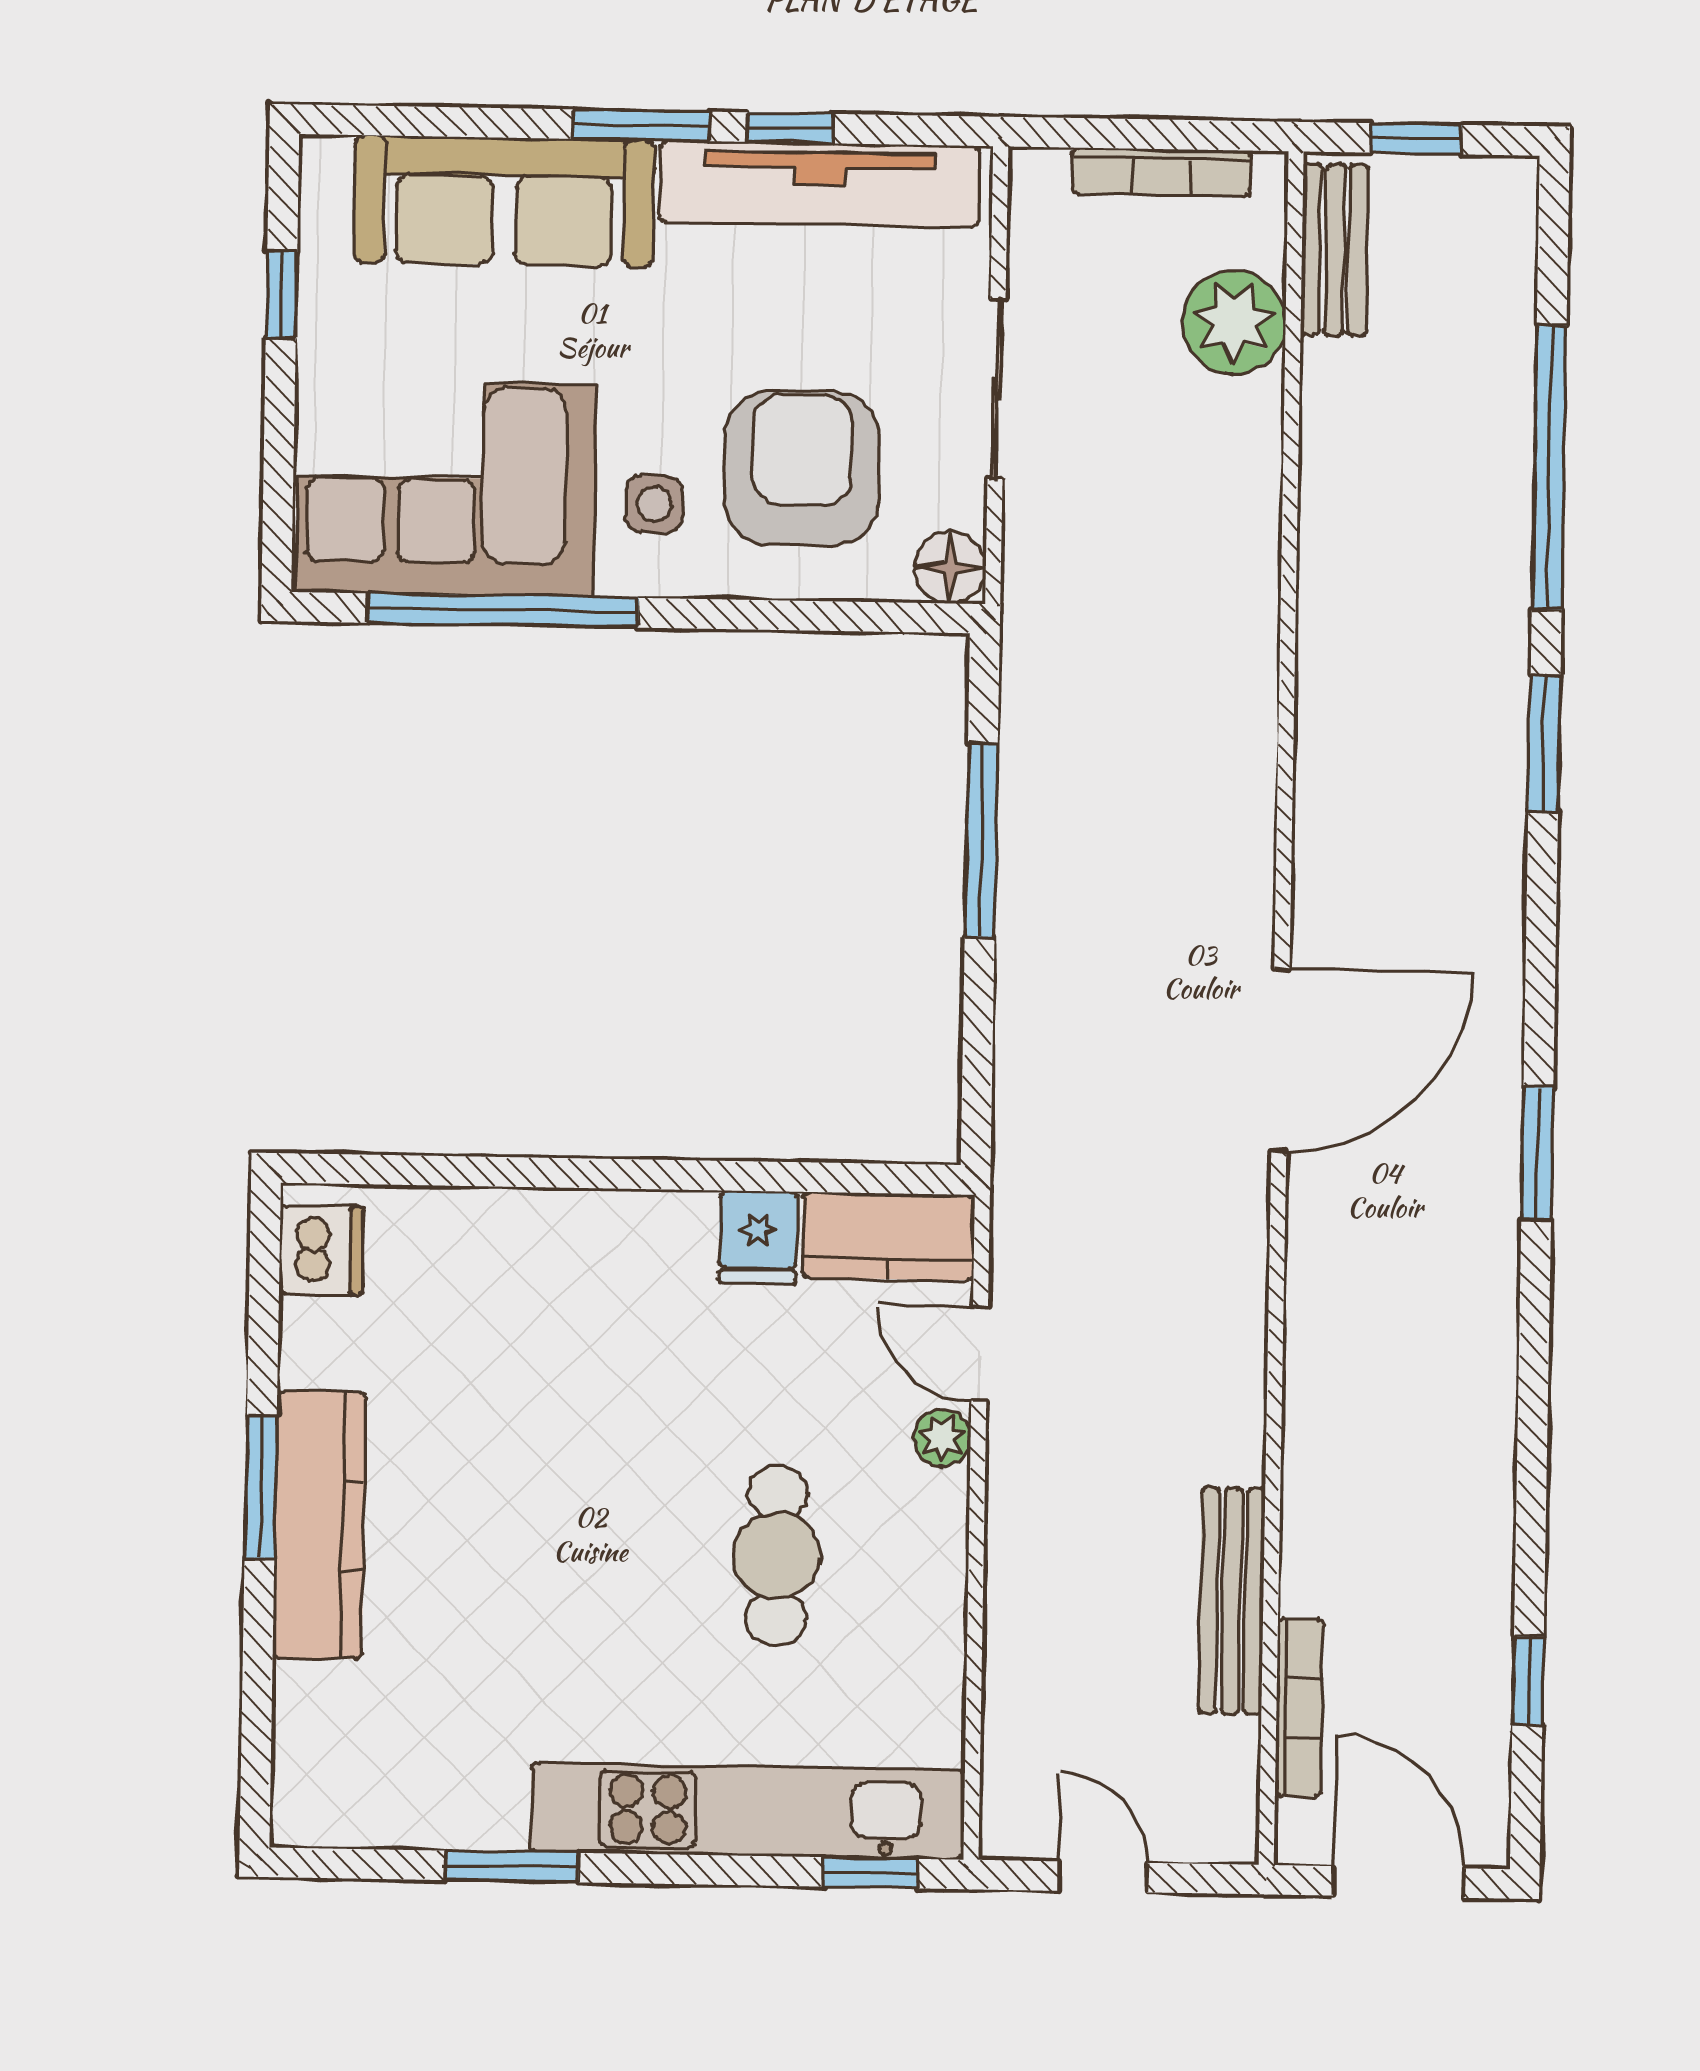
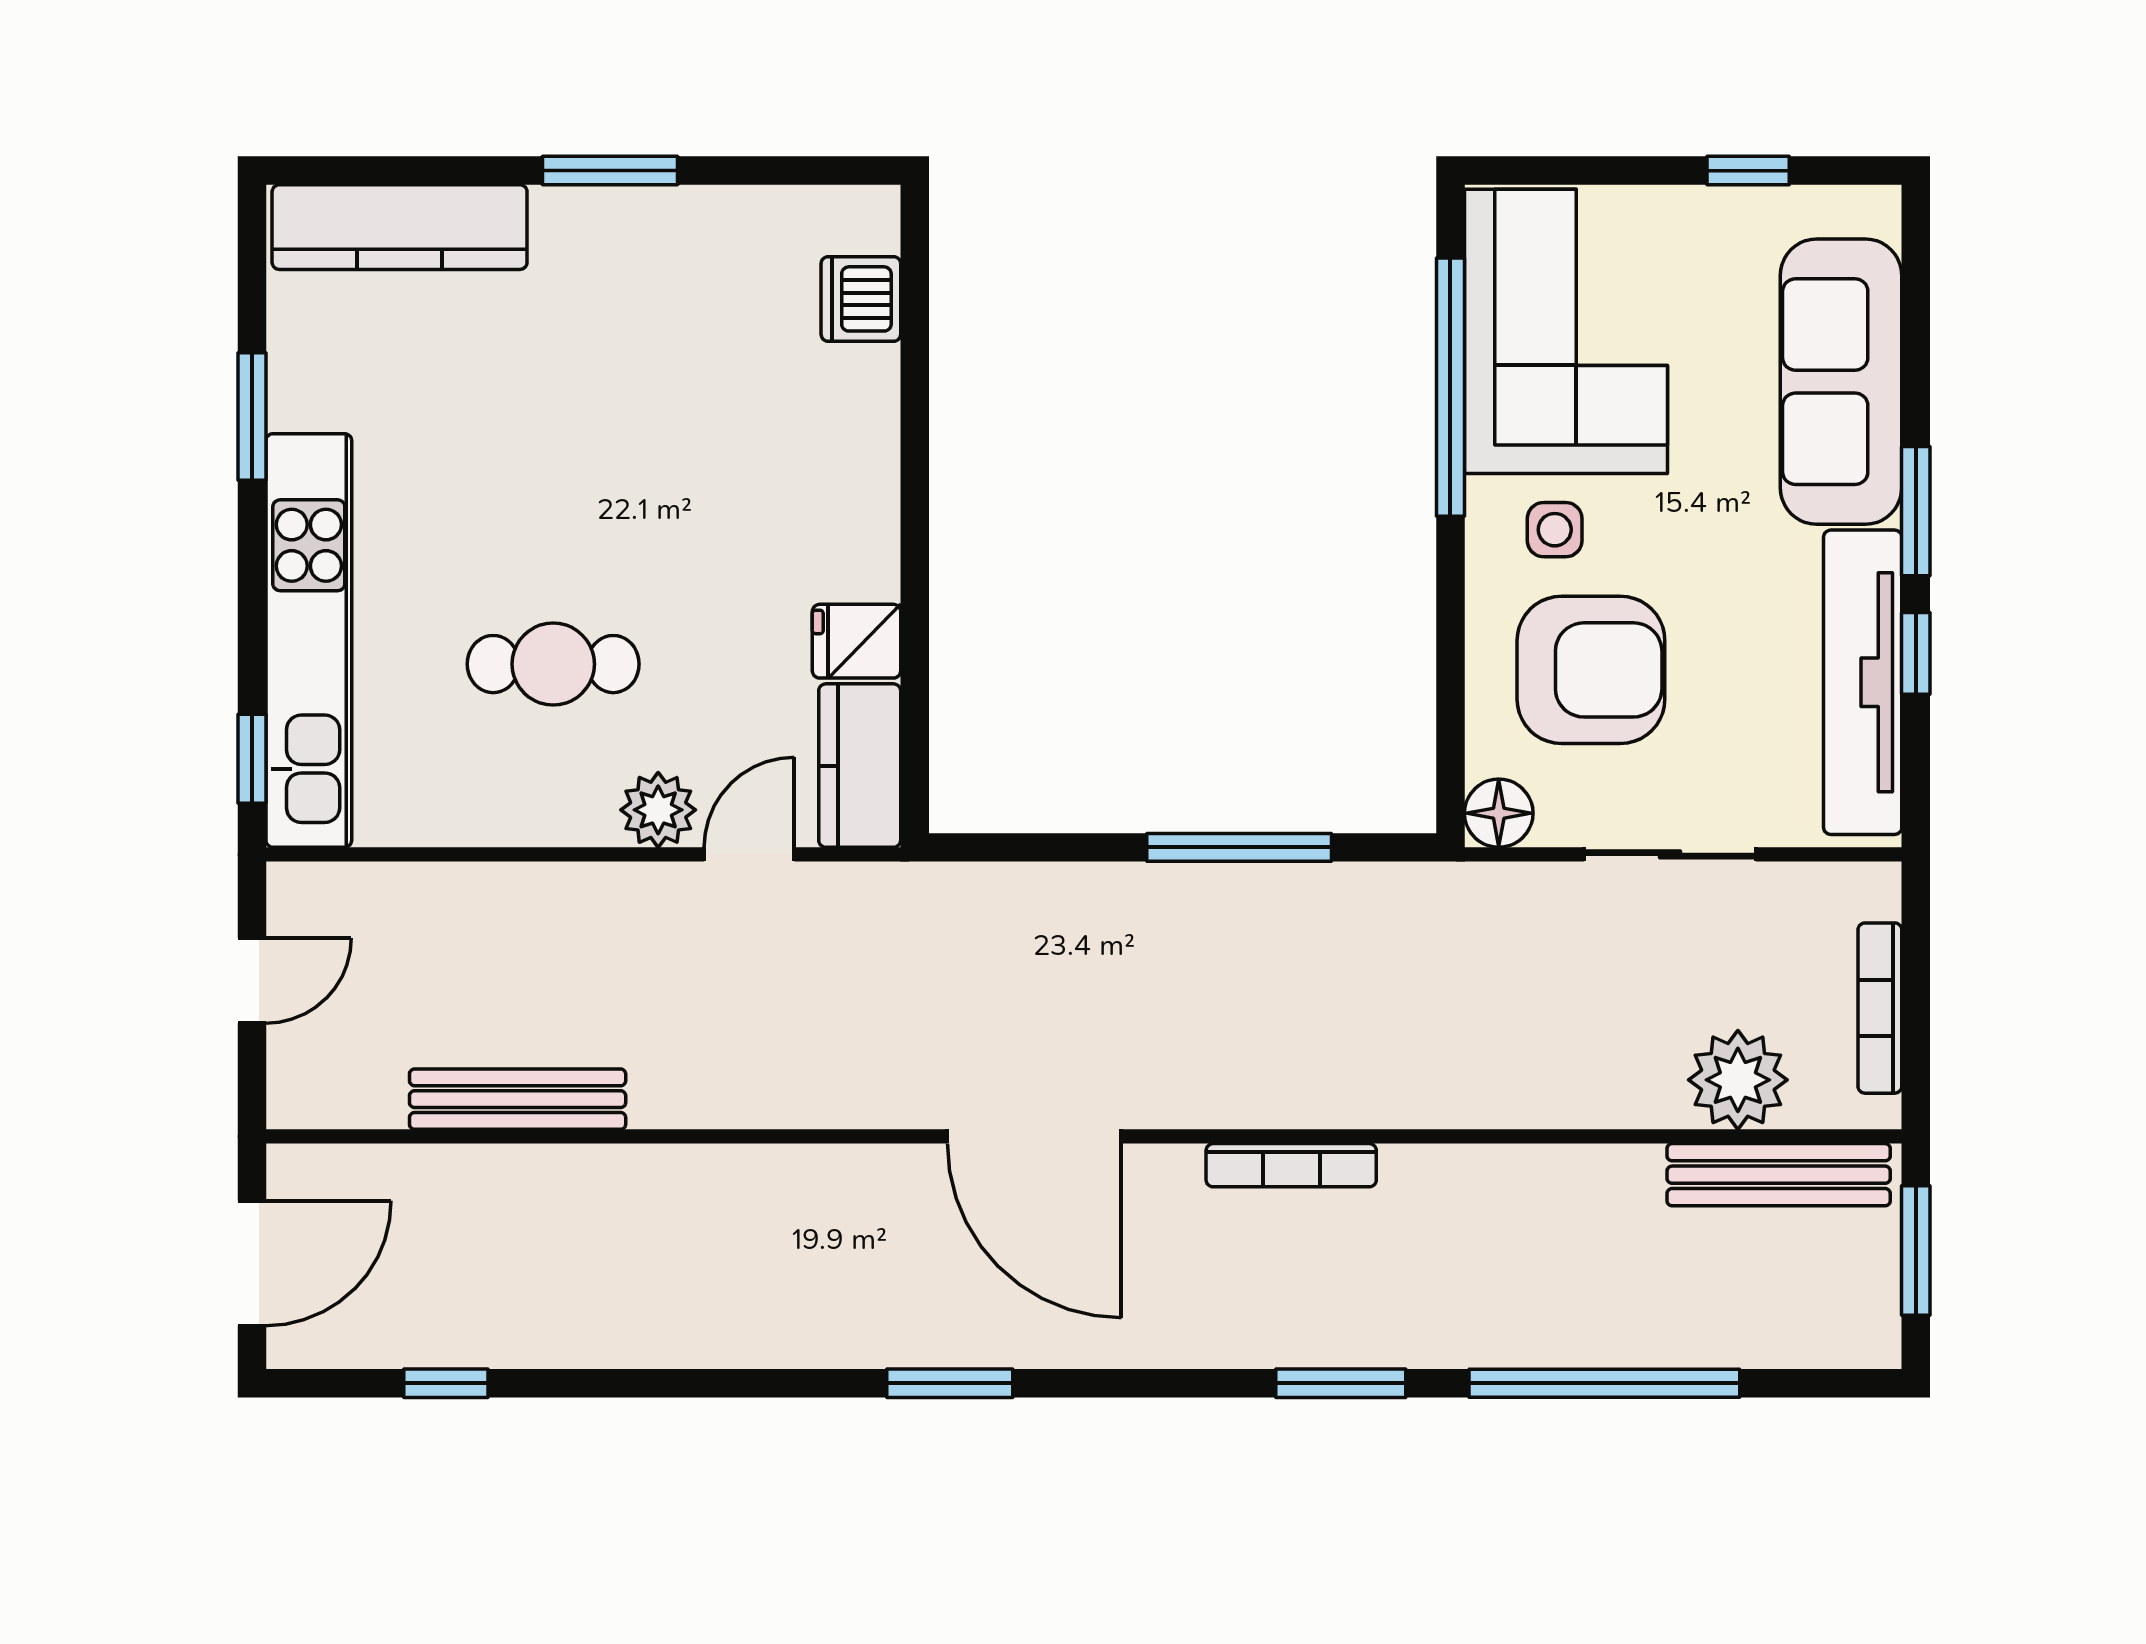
window: (1416, 139) -> (1916, 1250), width x1.50
bench: (1335, 250) -> (1779, 1175), width x1.36
dishwasher: (321, 1250) -> (861, 299), moved, turned 90
plant: (942, 1438) -> (658, 810), width x1.38, depth x1.38
kitchen counter: (319, 1525) -> (400, 227), moved
bookcase: (1299, 1707) -> (1291, 1165), moved

